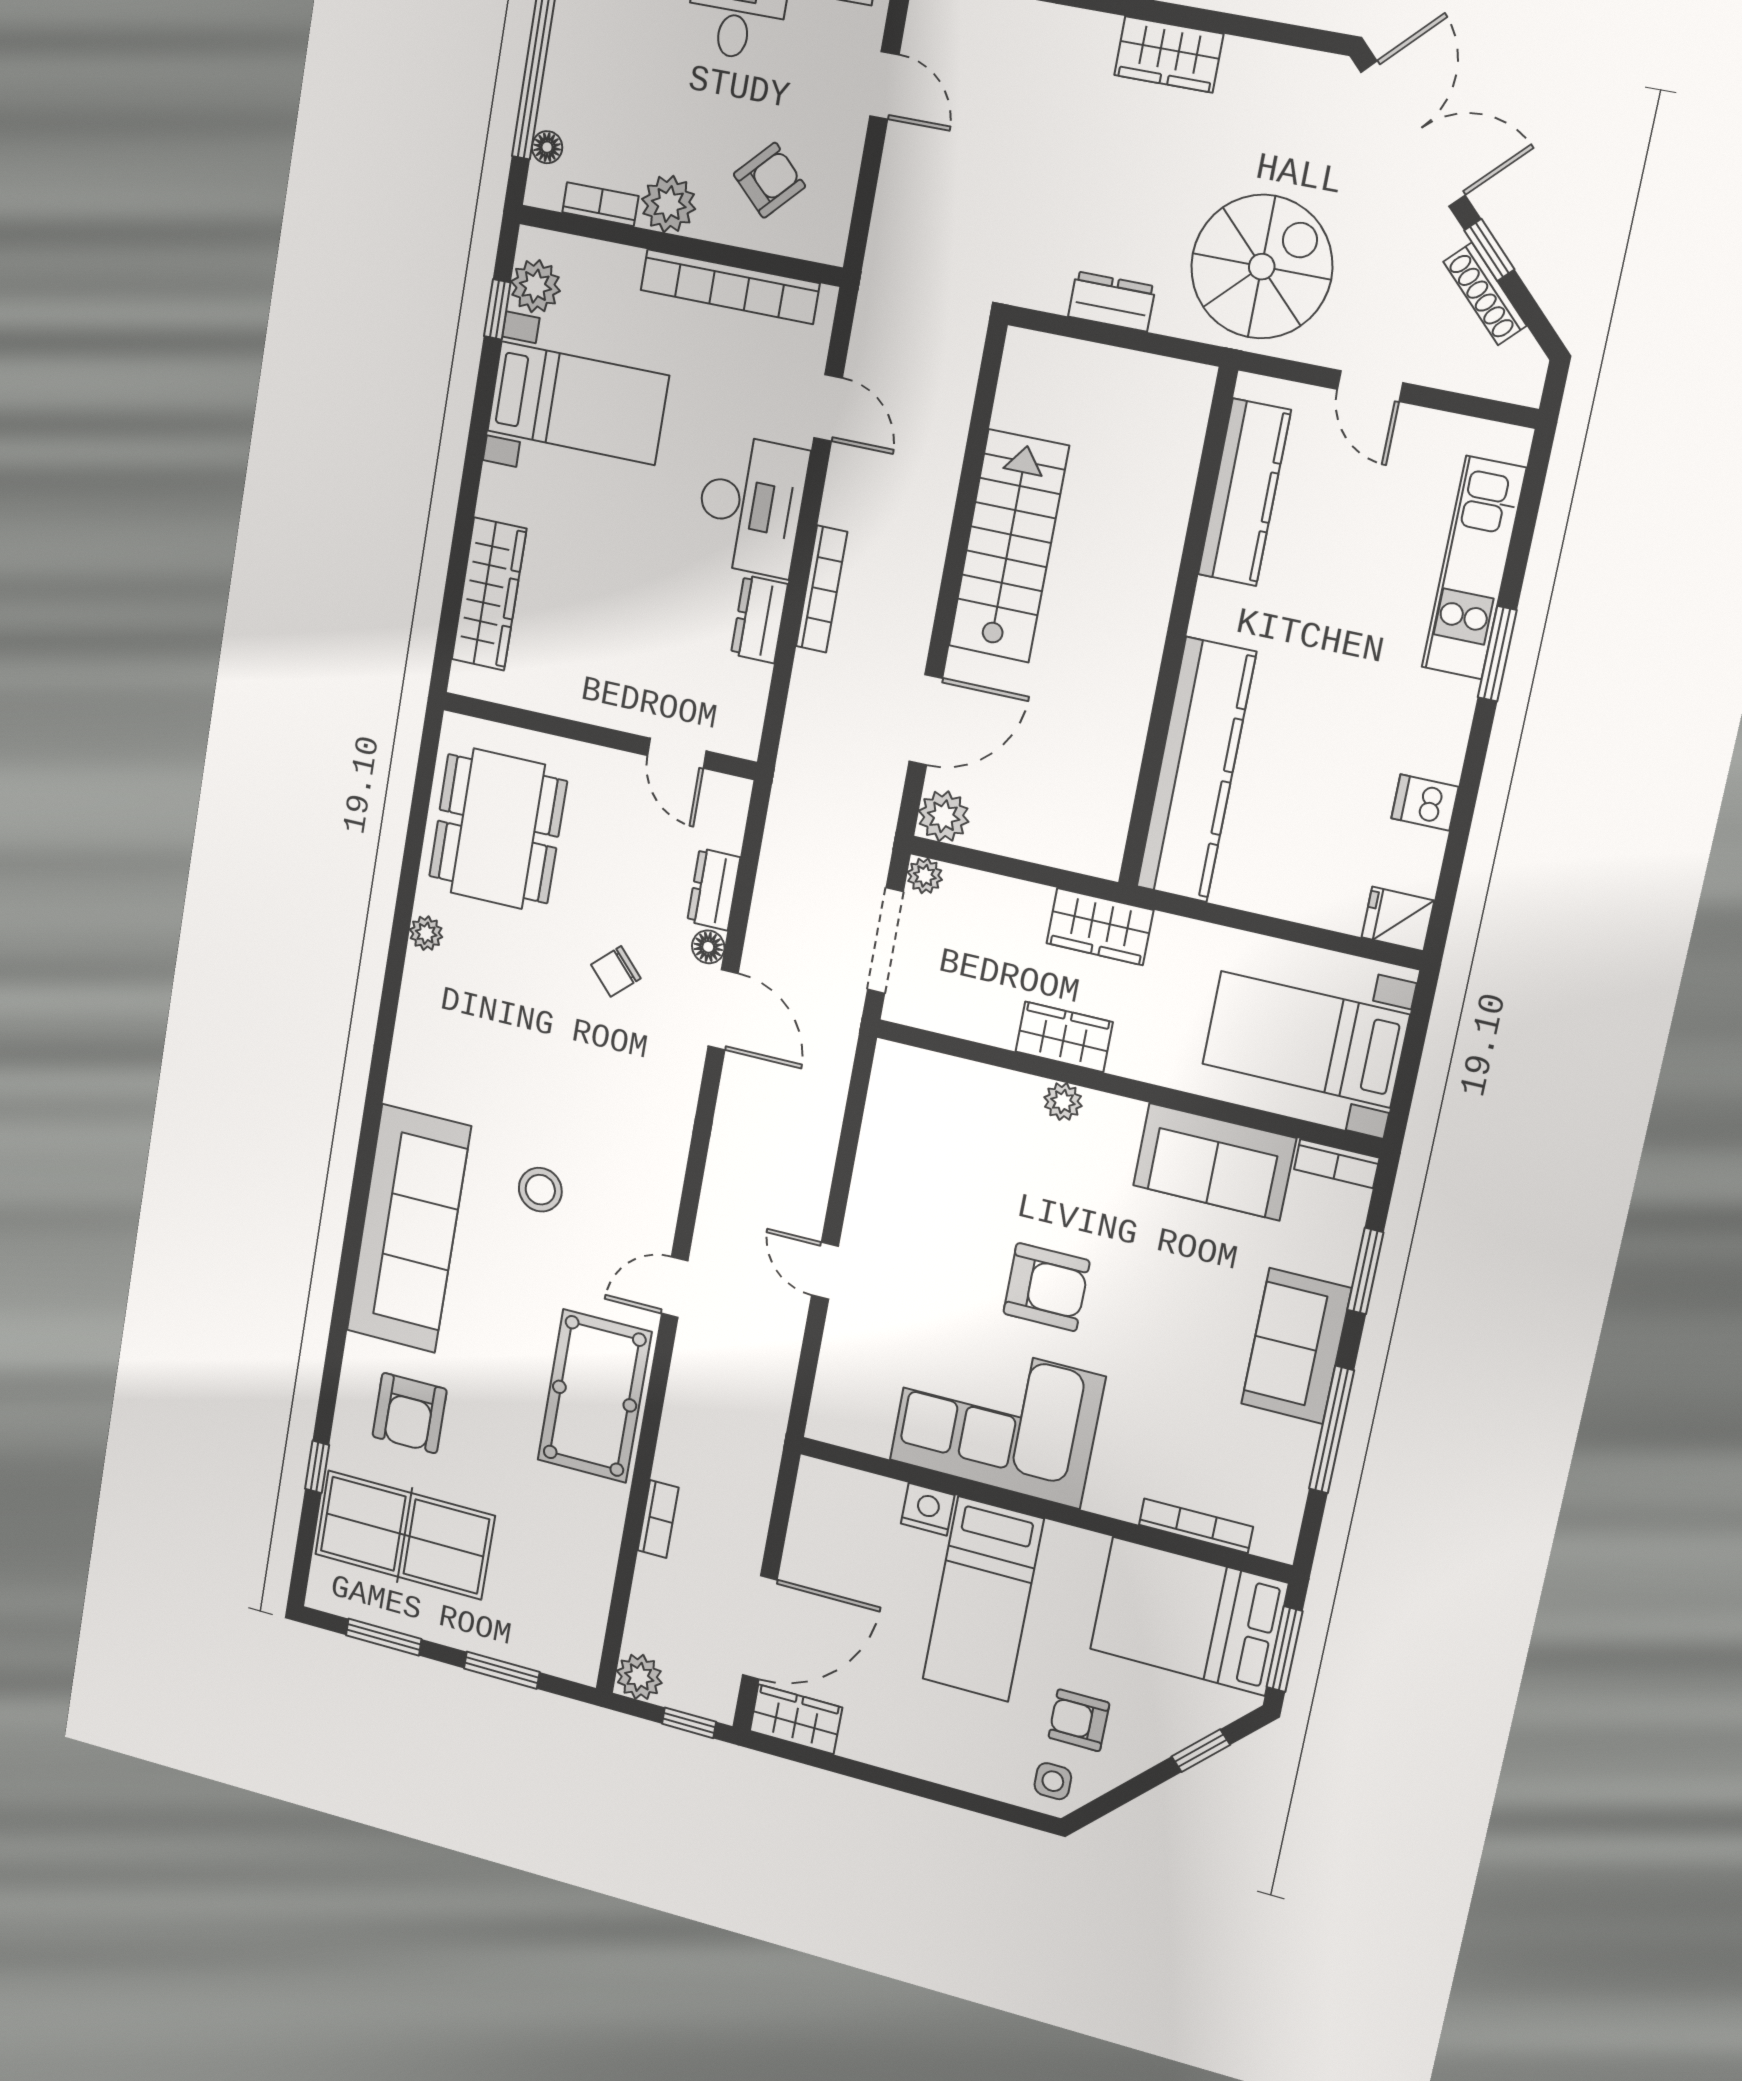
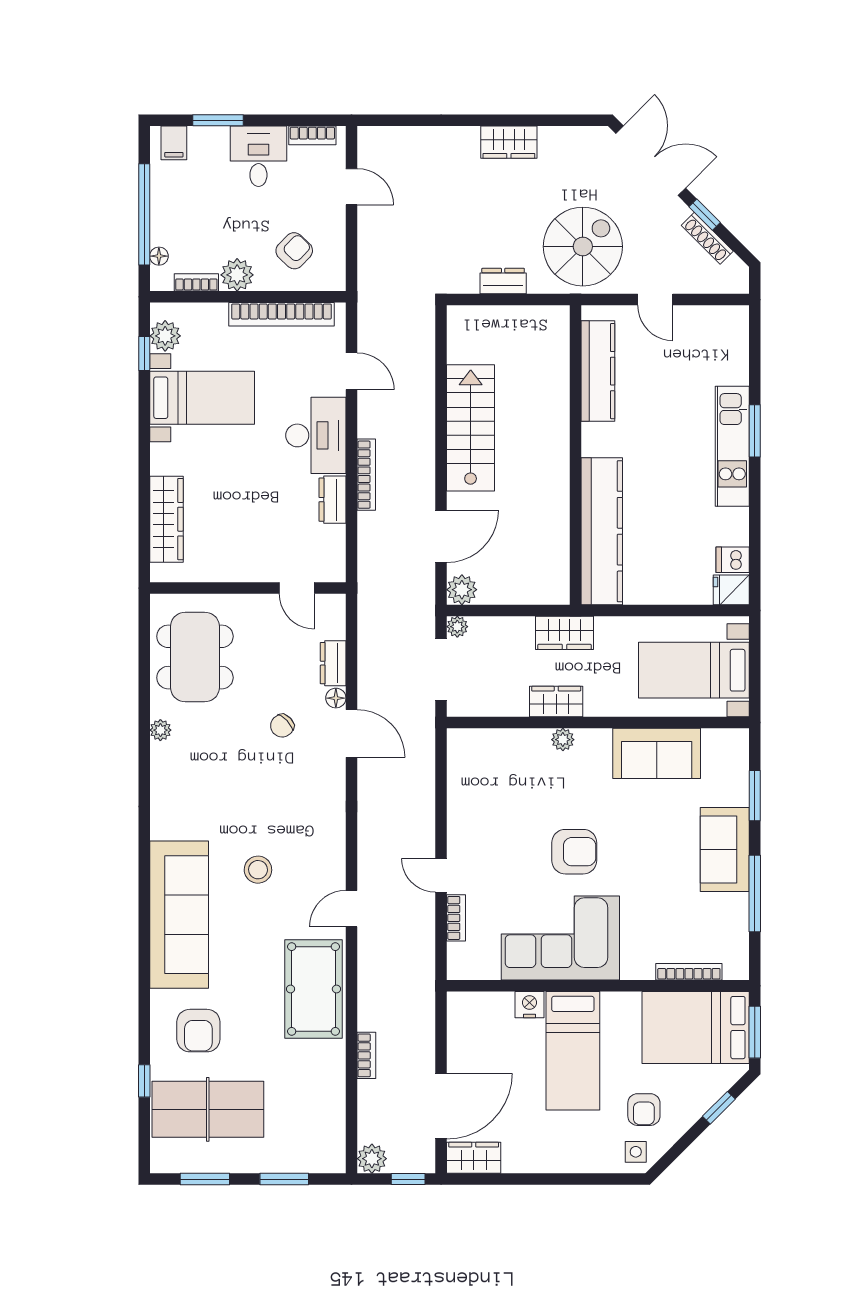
kitchen unit: (1474, 568) -> (732, 446), moved
dishwasher: (1425, 803) -> (733, 560), moved
bookcase: (1337, 1164) -> (456, 918), moved, turned -90
armchair: (1079, 1720) -> (644, 1110), turned -90

